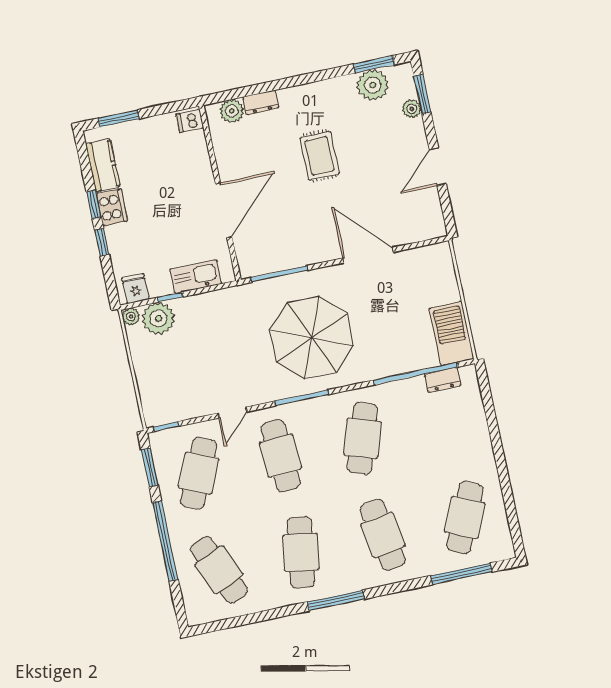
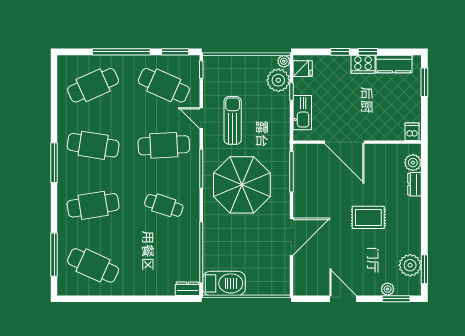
sun lounger: (227, 369) -> (233, 120), added
dresser: (443, 380) -> (187, 289), moved, turned 90
cafe table: (362, 438) -> (164, 205), width x0.73, depth x0.74

